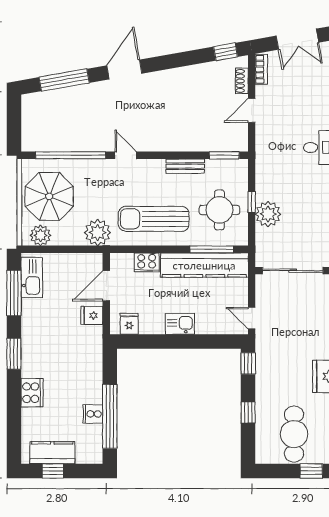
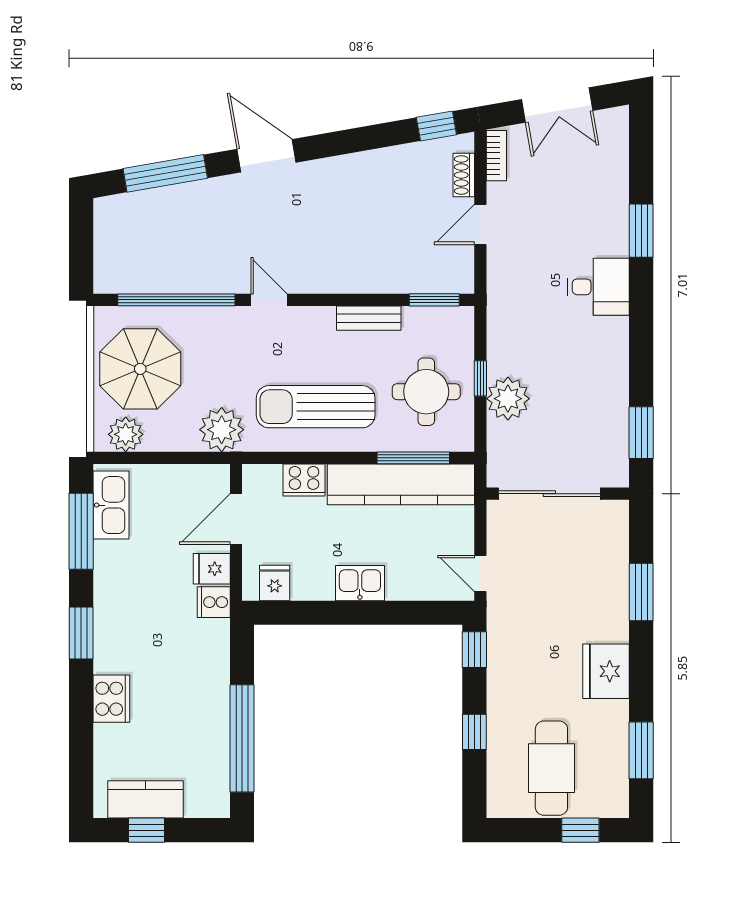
door: (124, 69) -> (267, 156), hinge flipped
cooker: (93, 414) -> (214, 602), moved

